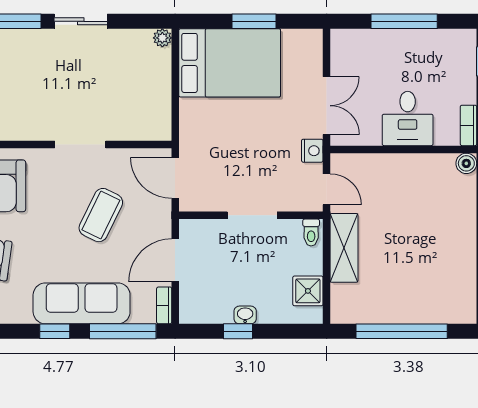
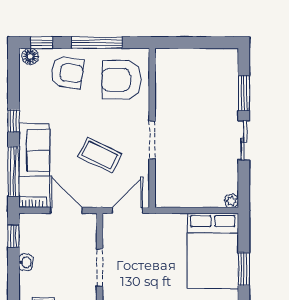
sofa: (82, 303) -> (34, 150), width x0.73
window: (238, 331) -> (13, 236), moved

